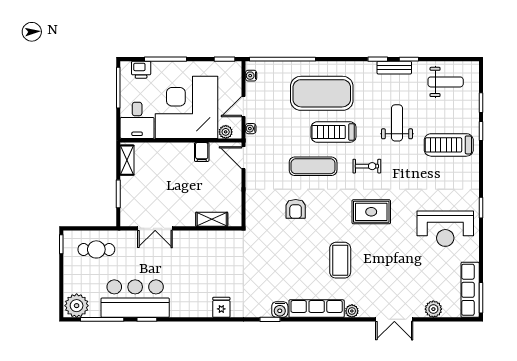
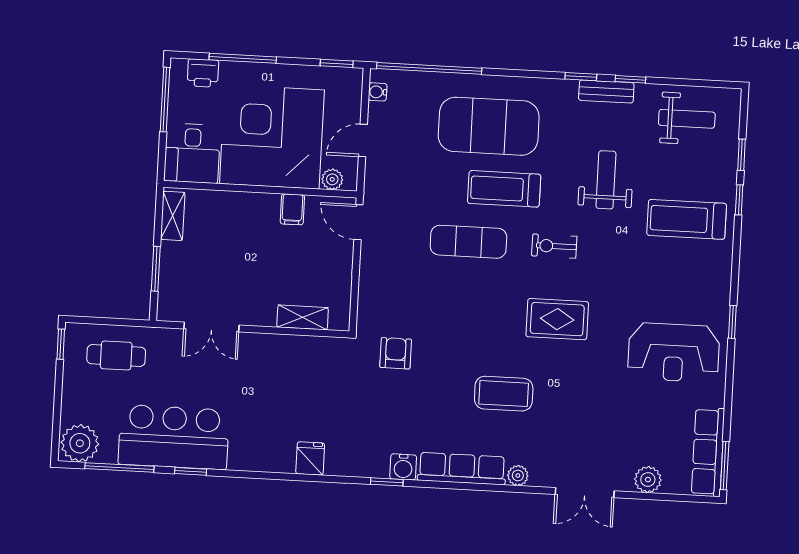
water cooler: (251, 129) -> (372, 176), removed
exercise bike: (367, 166) -> (554, 246), turned 180
armchair: (296, 209) -> (396, 353), moved, turned 180
coffee table: (340, 260) -> (504, 394), turned 90

